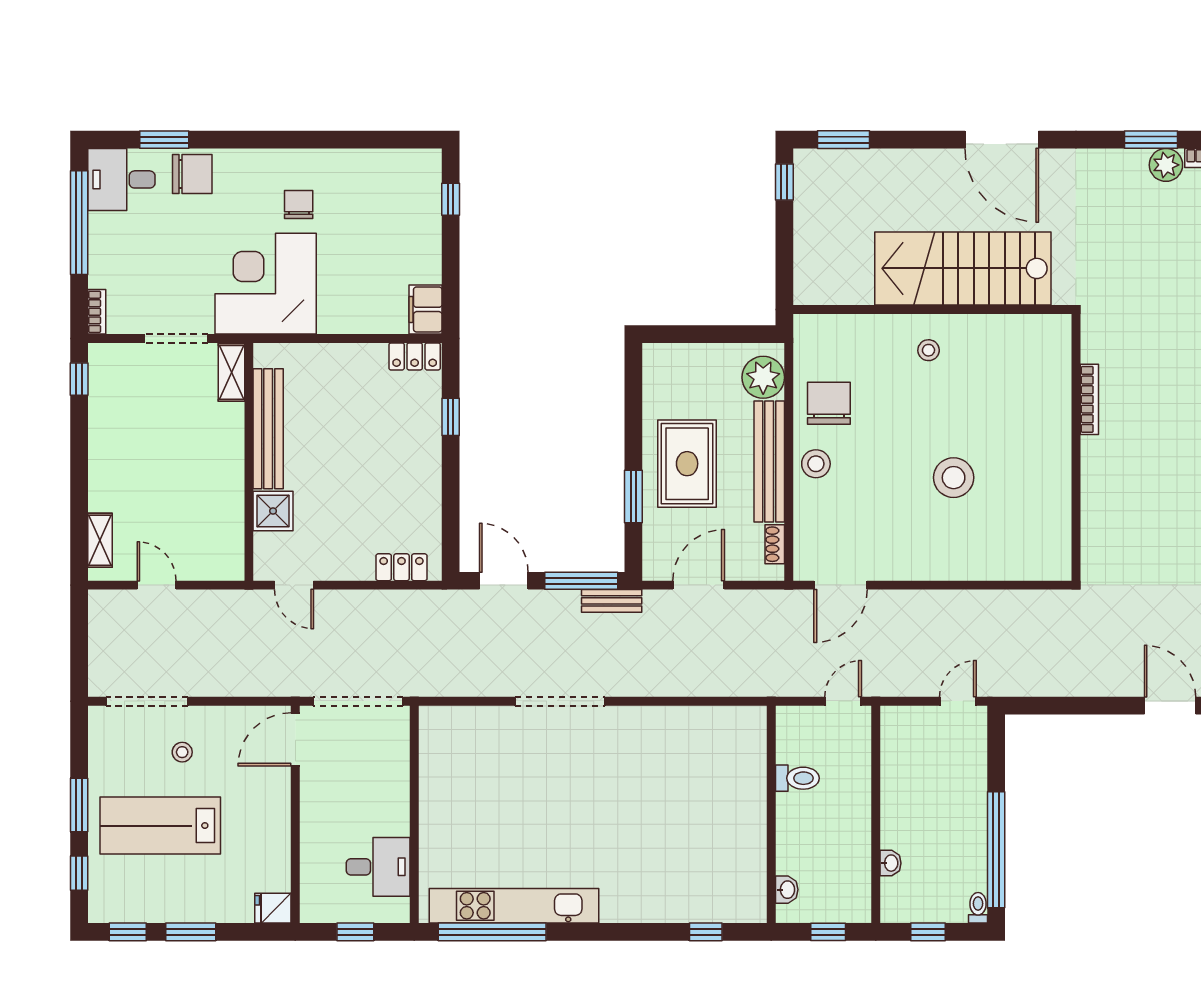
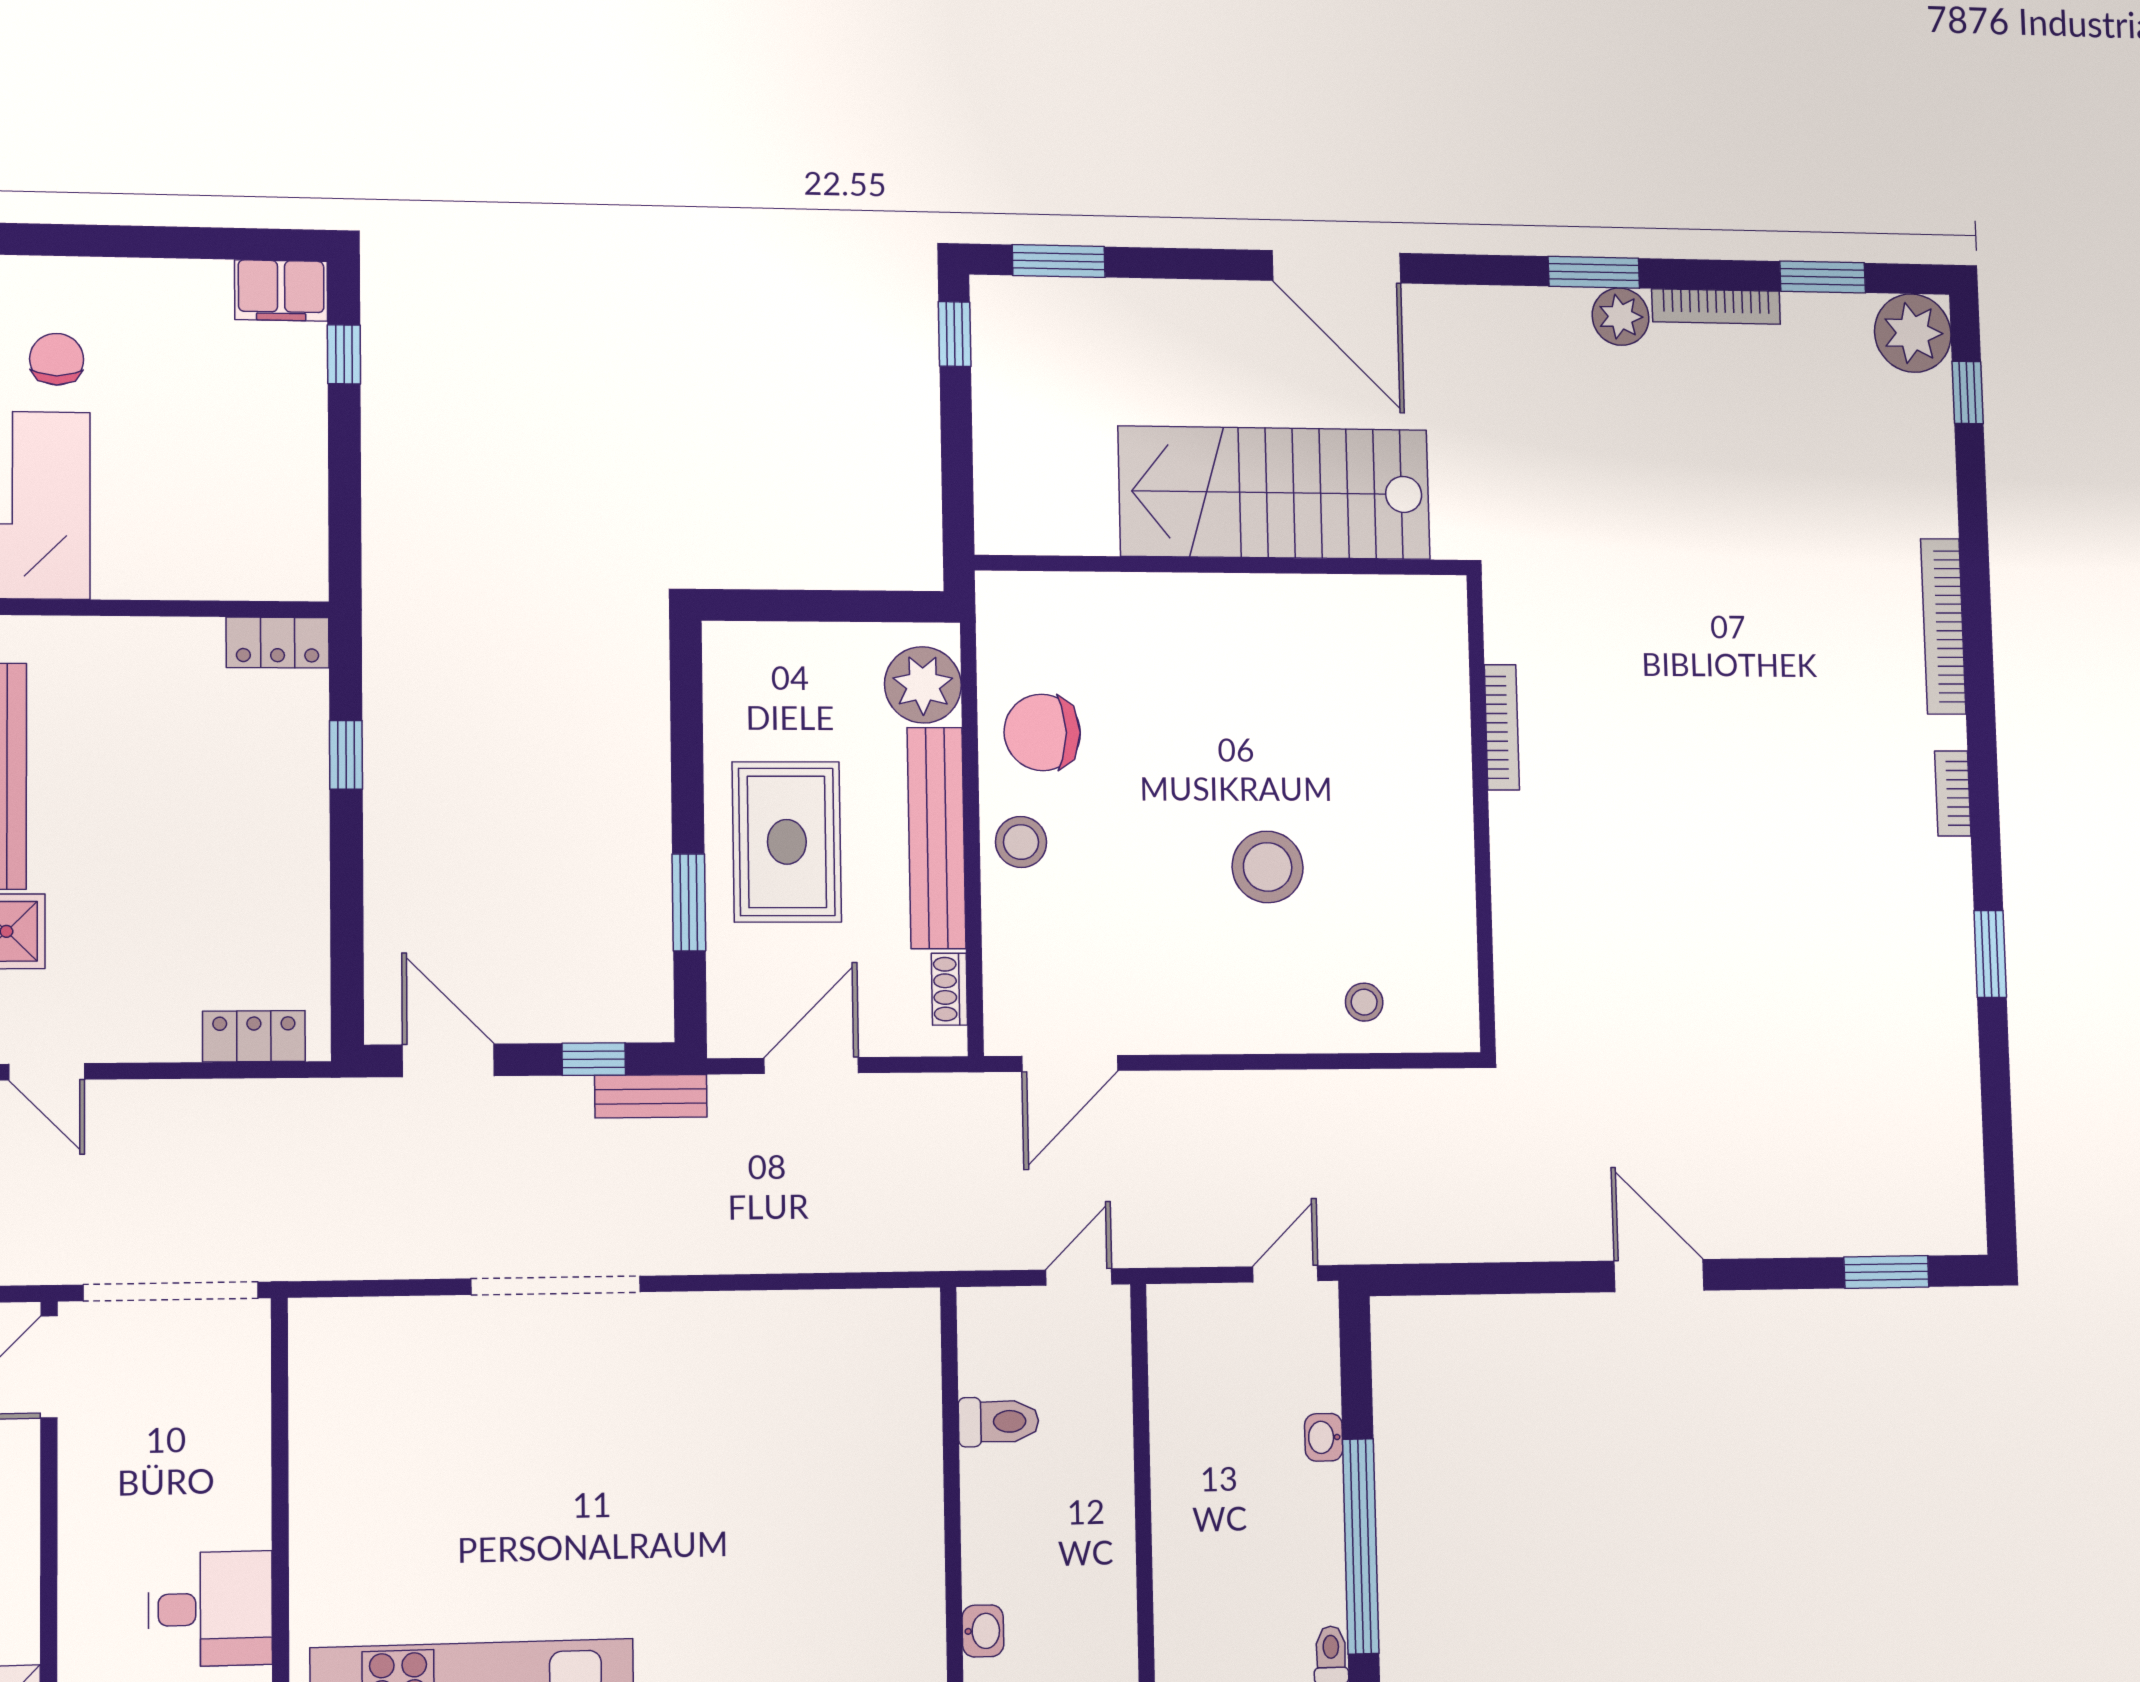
filing cabinet: (425, 309) -> (281, 290), moved, turned -90
stool: (929, 350) -> (1364, 1002), moved
chair: (829, 403) -> (1042, 732), turned -90
window: (581, 581) -> (594, 1059), width x0.46
washbasin: (891, 863) -> (1324, 1437), moved, turned 180

